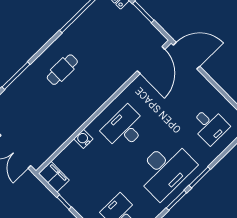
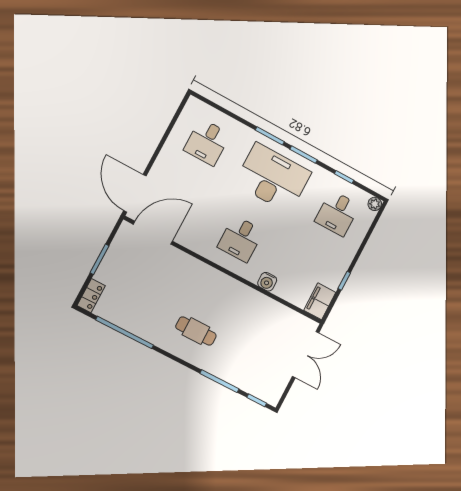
desk: (210, 125) -> (207, 142), turned 180
desk: (125, 128) -> (241, 239), width x0.73

